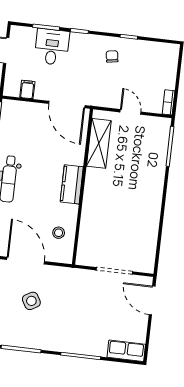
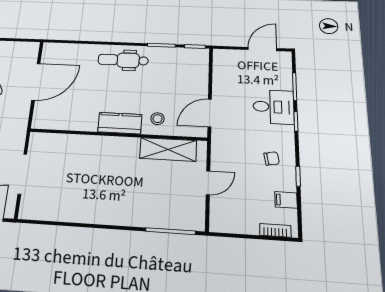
desk: (52, 47) -> (273, 107), moved
filing cabinet: (27, 89) -> (286, 200), moved, turned 180
bookcase: (169, 102) -> (275, 230), moved
door: (67, 105) -> (210, 113), width x0.73
stool: (59, 233) -> (158, 119), moved

